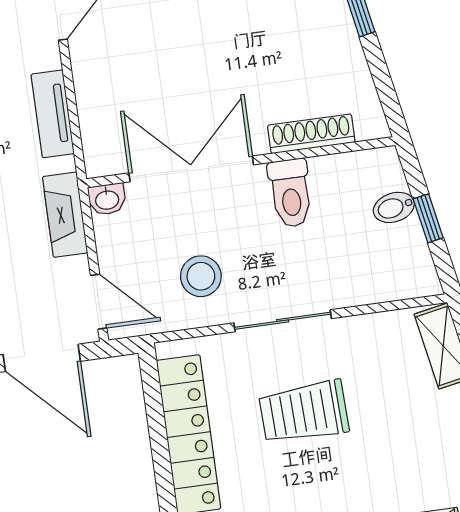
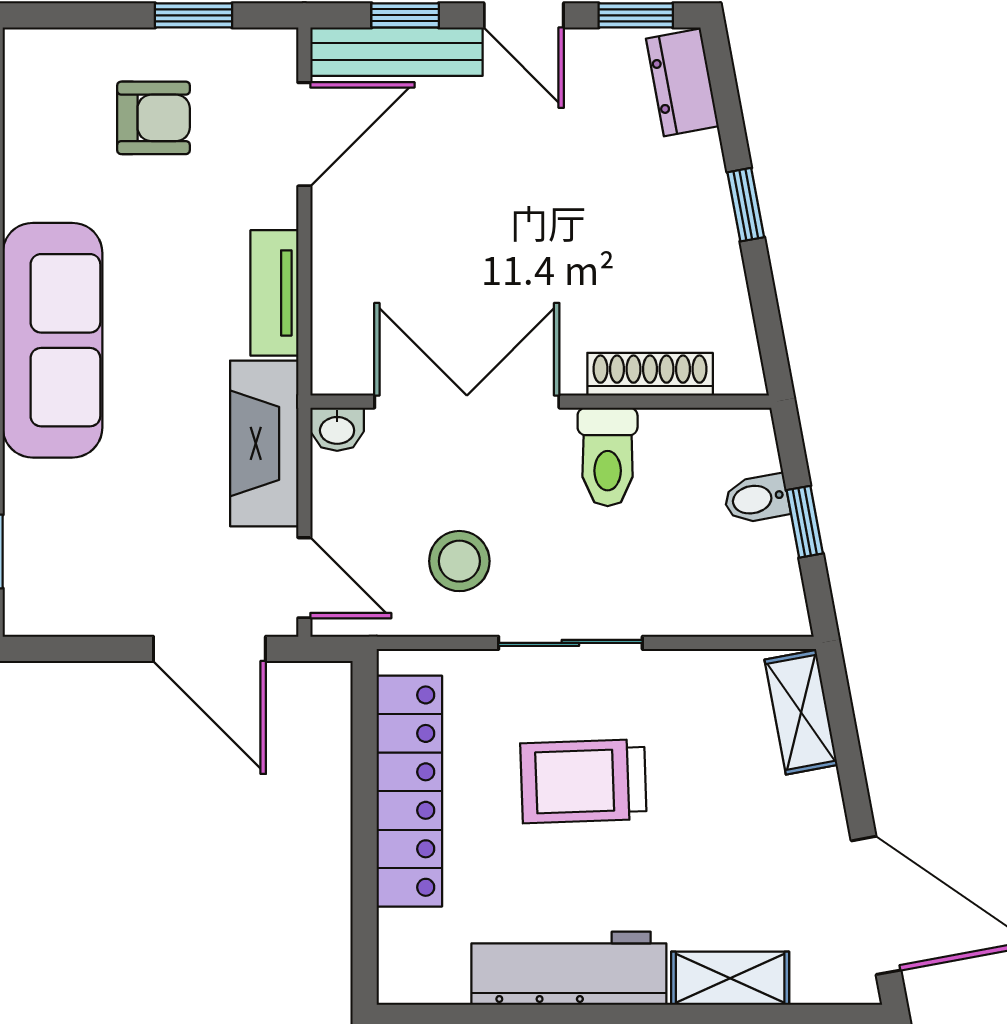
fireplace: (65, 215) -> (264, 443), width x1.37, depth x1.32

